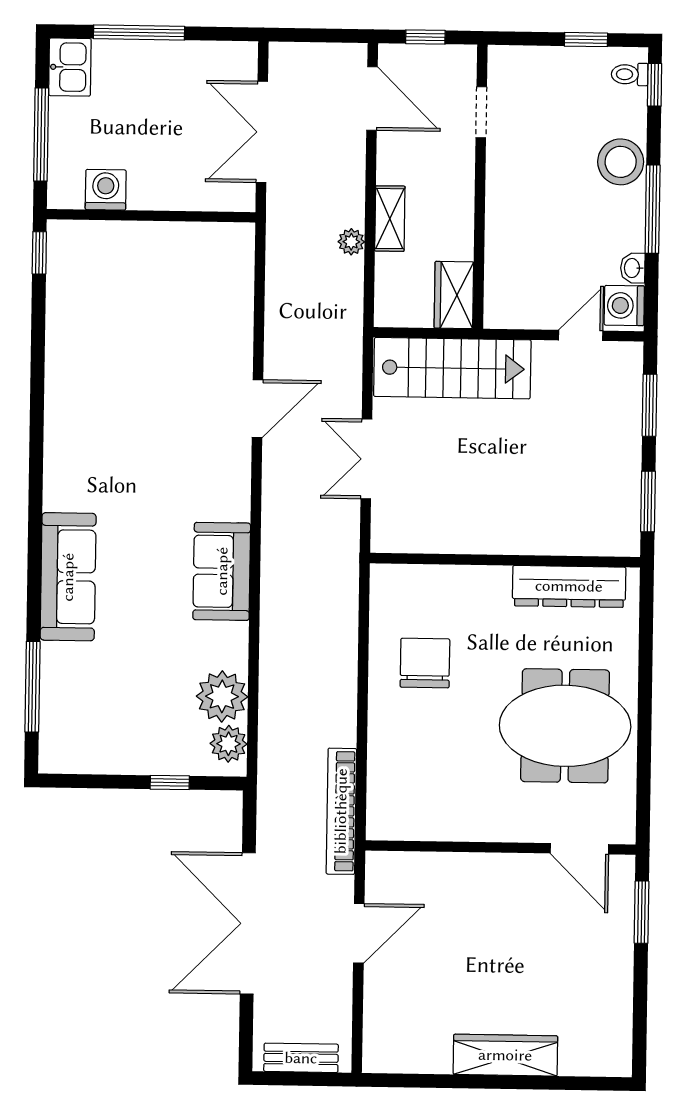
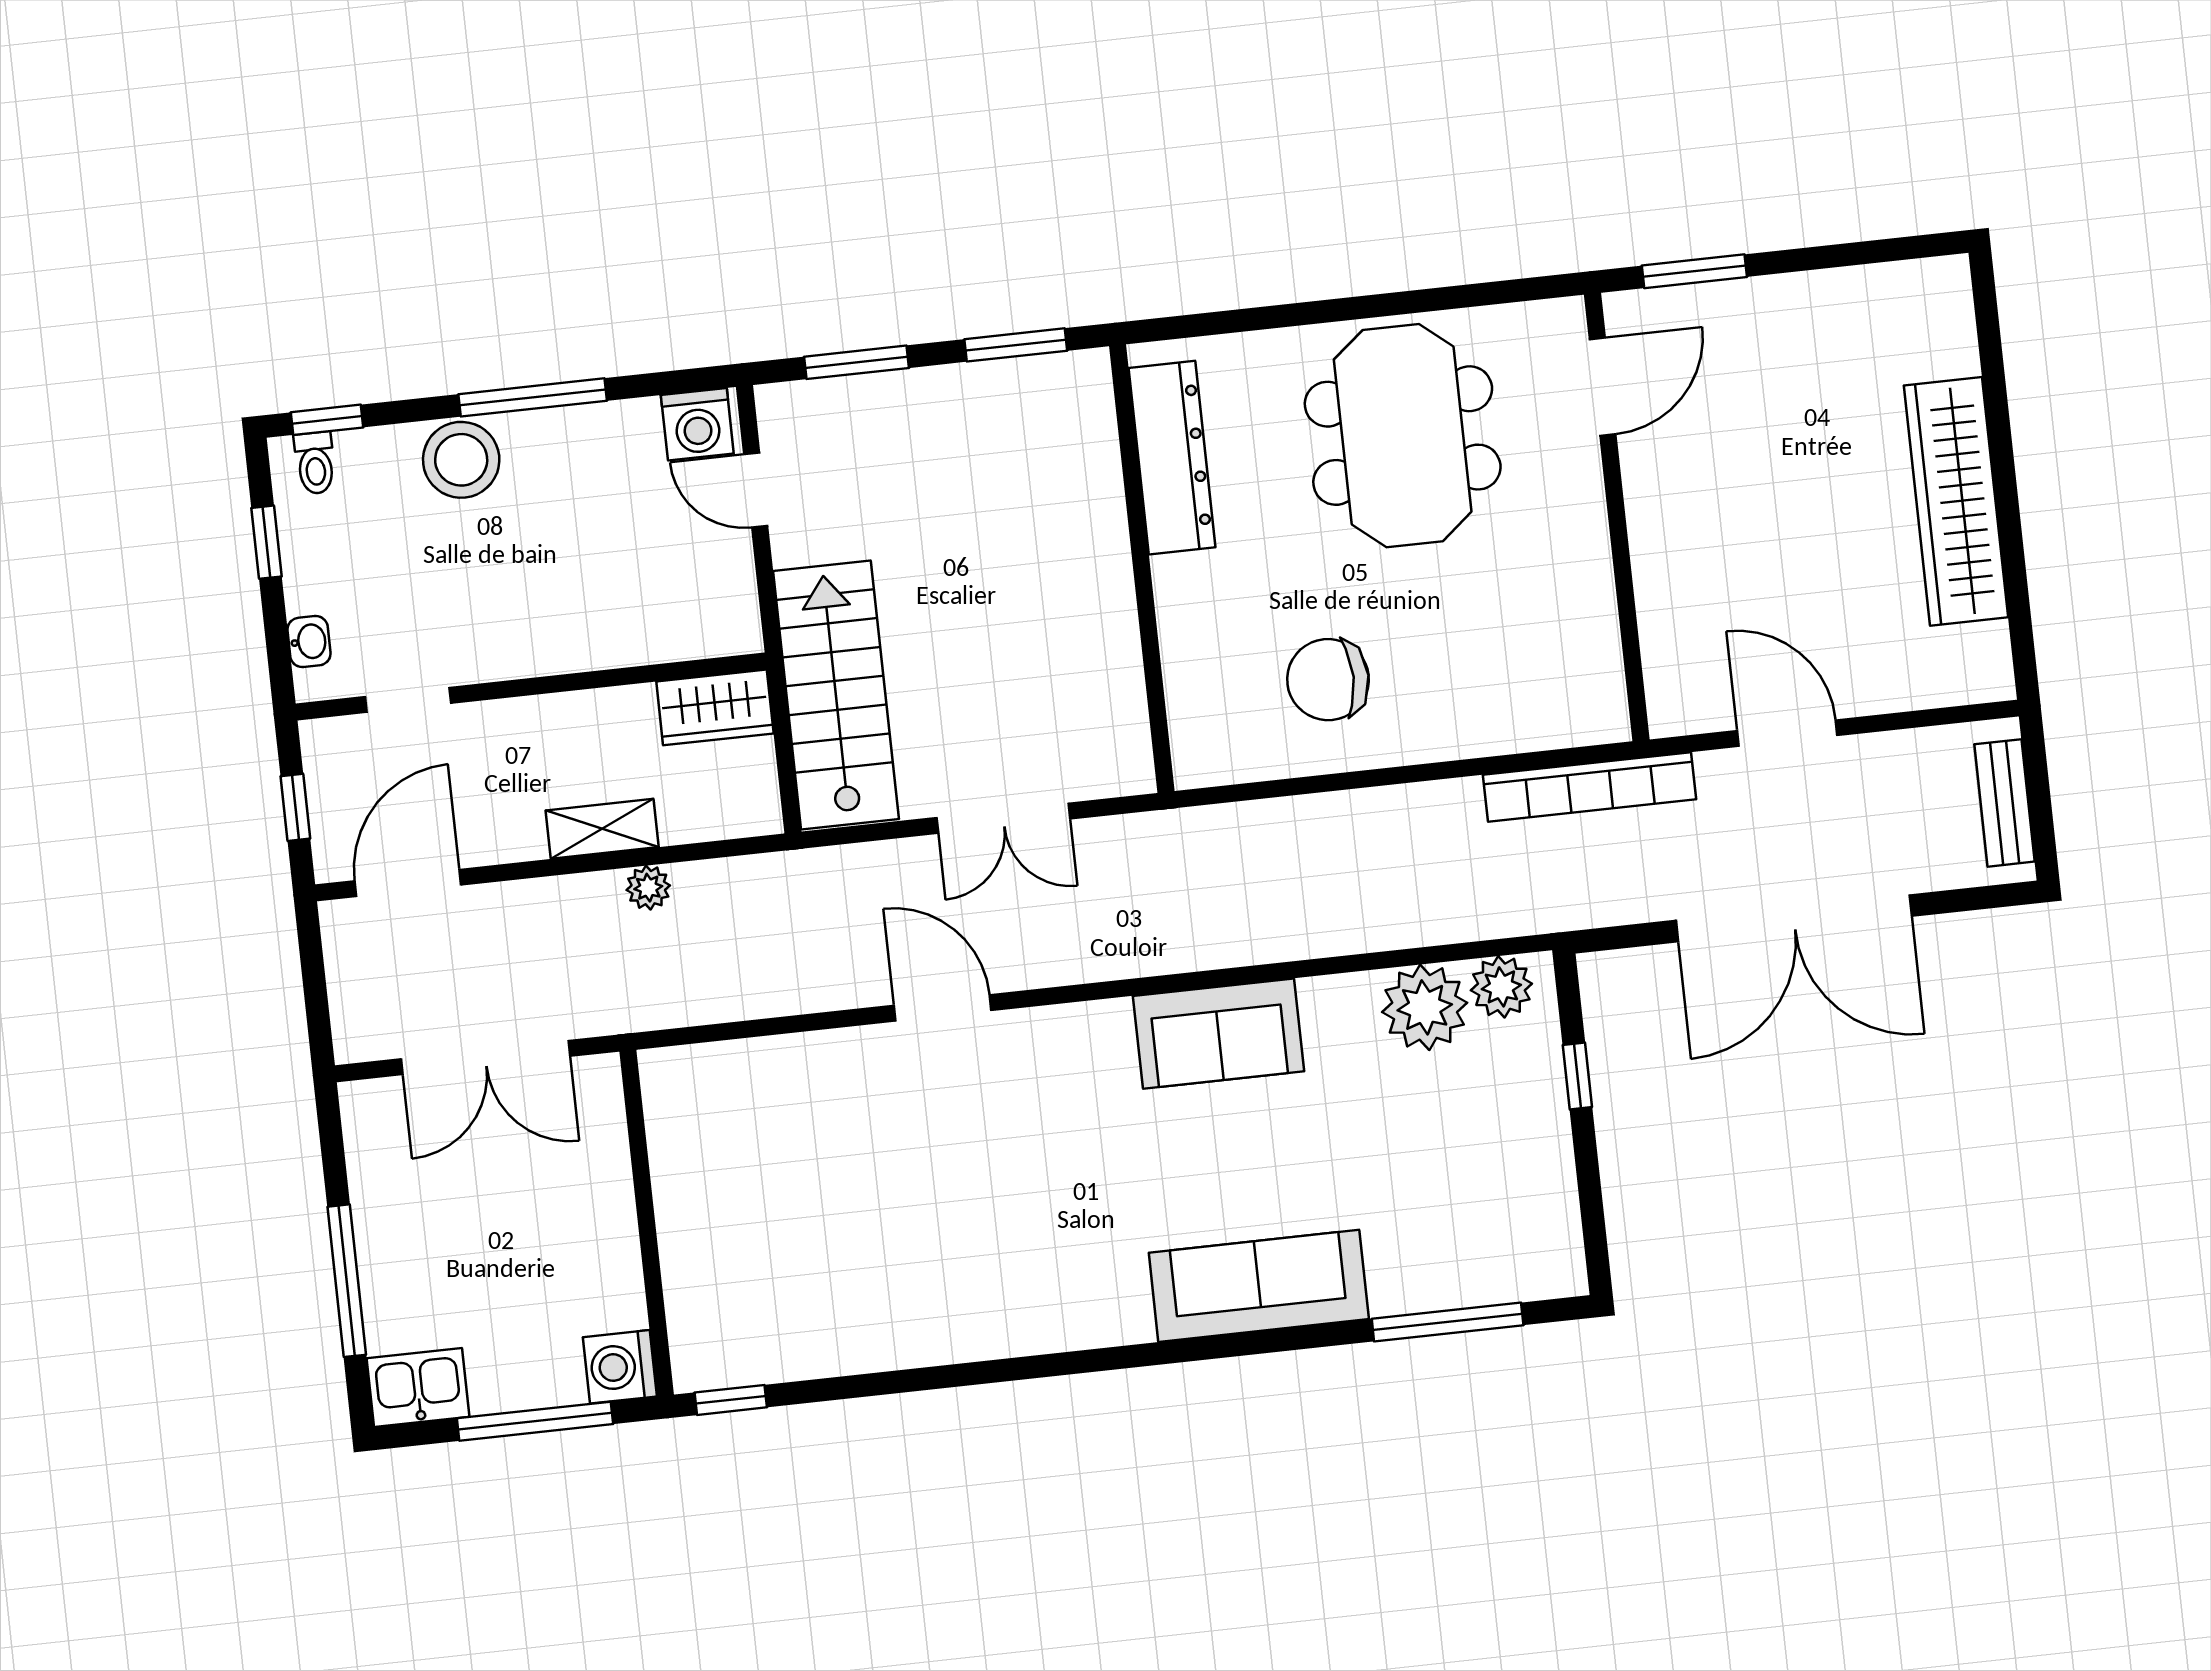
washing machine: (106, 190) -> (620, 1367), moved
washbasin: (633, 268) -> (309, 642), moved, turned -90
wardrobe: (505, 1055) -> (1956, 501), width x1.40, depth x1.17

